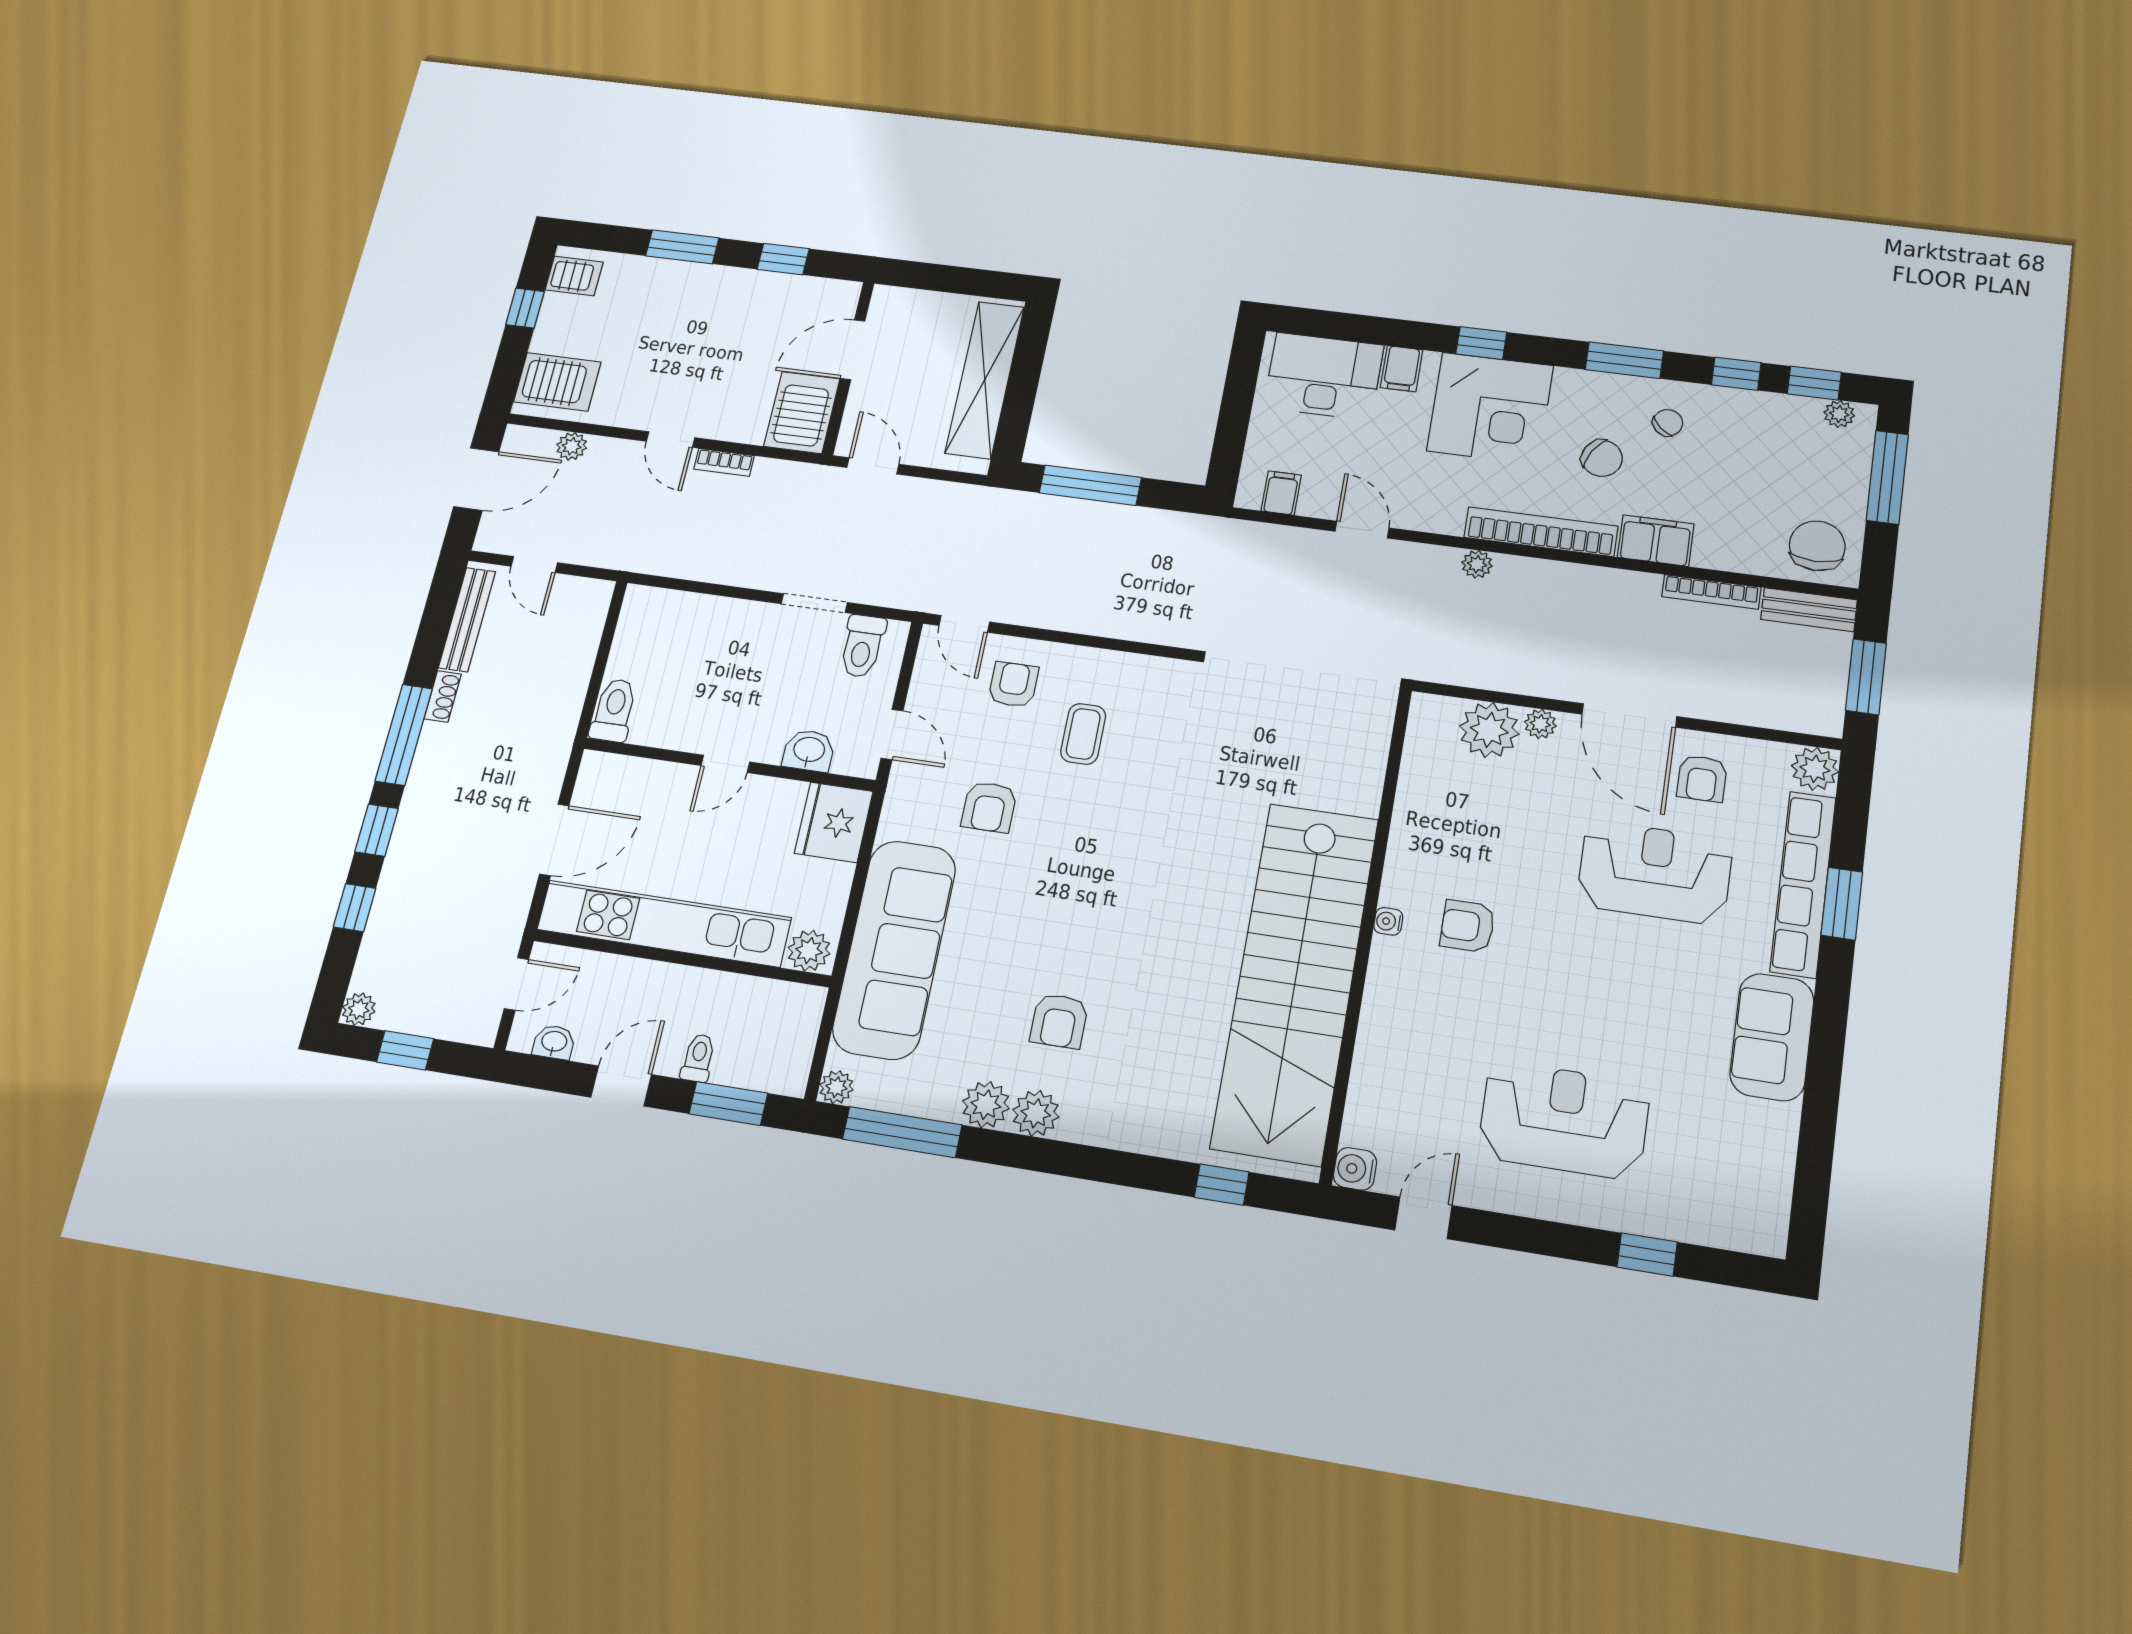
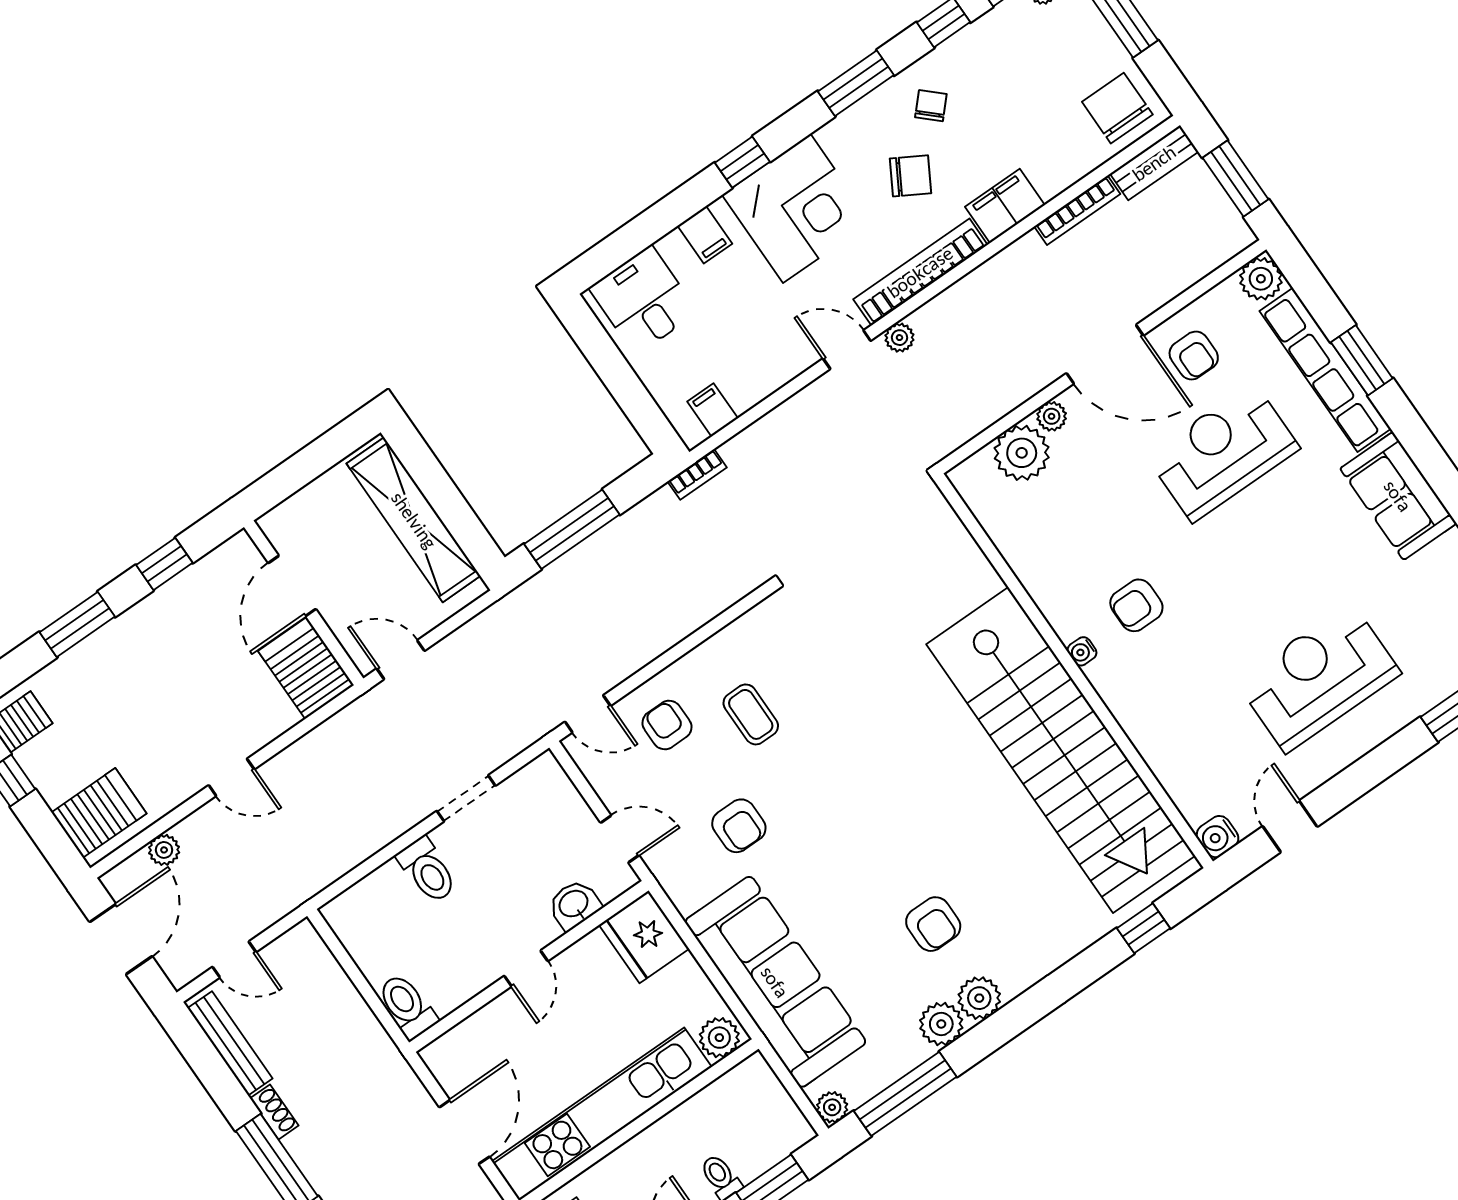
desk: (1324, 376) -> (643, 300), width x0.73
bookcase: (724, 462) -> (697, 474), moved
door: (1362, 530) -> (847, 350), moved
toilet: (862, 646) -> (427, 870), moved

